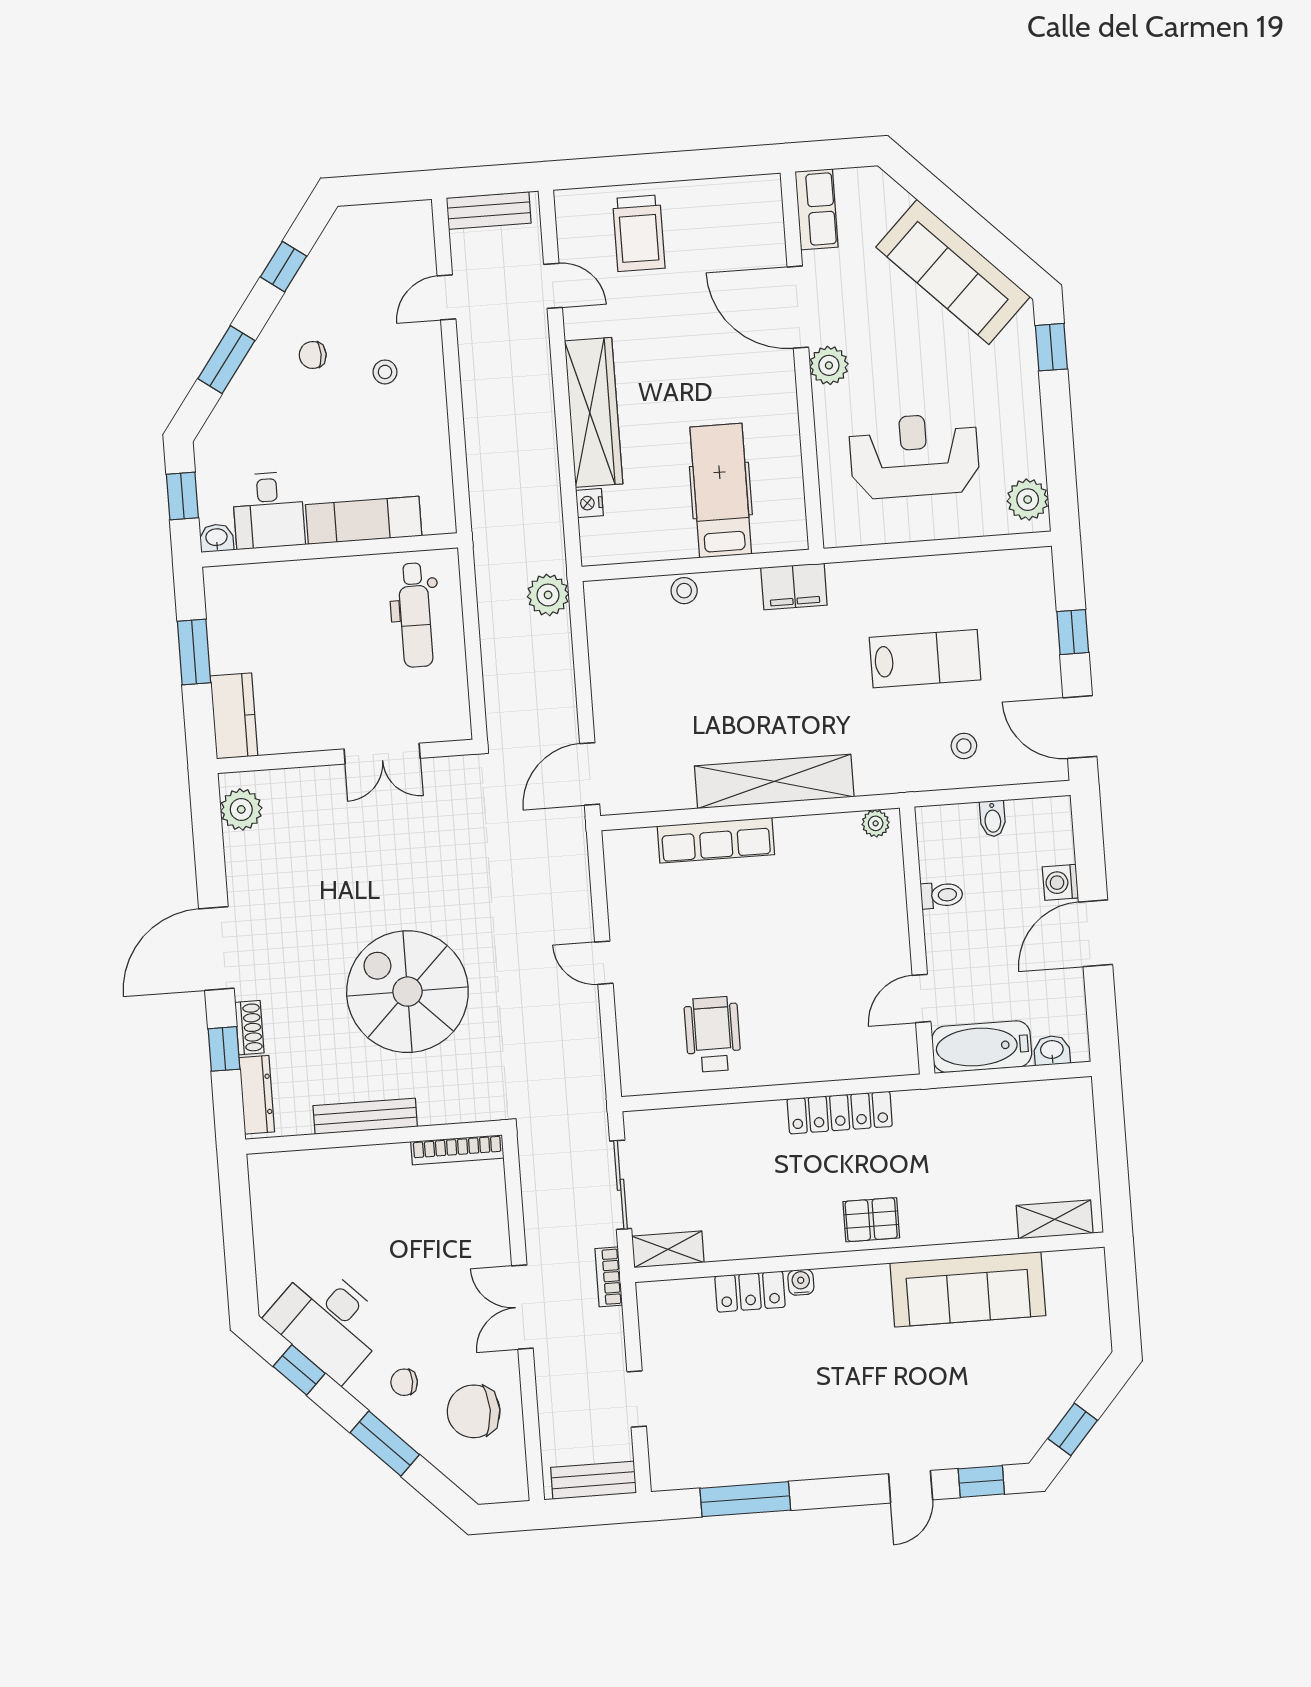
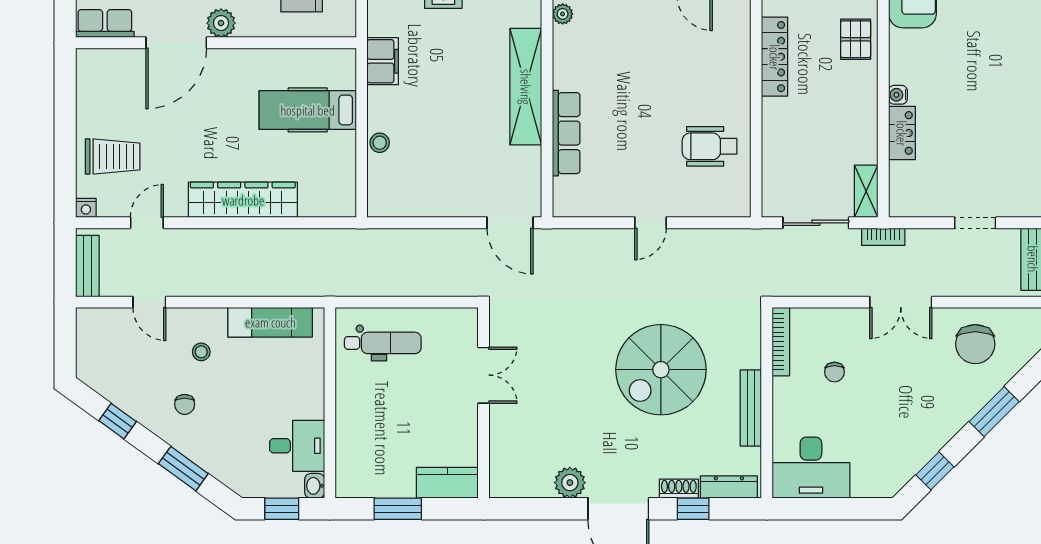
nightstand: (589, 503) -> (86, 208), moved
exam couch: (364, 520) -> (270, 322), moved, turned -90
plant: (548, 595) -> (375, 244), removed
plant: (241, 809) -> (570, 483), moved
desk: (328, 1322) -> (811, 468), moved, turned 45
chair: (404, 1382) -> (834, 372), moved

